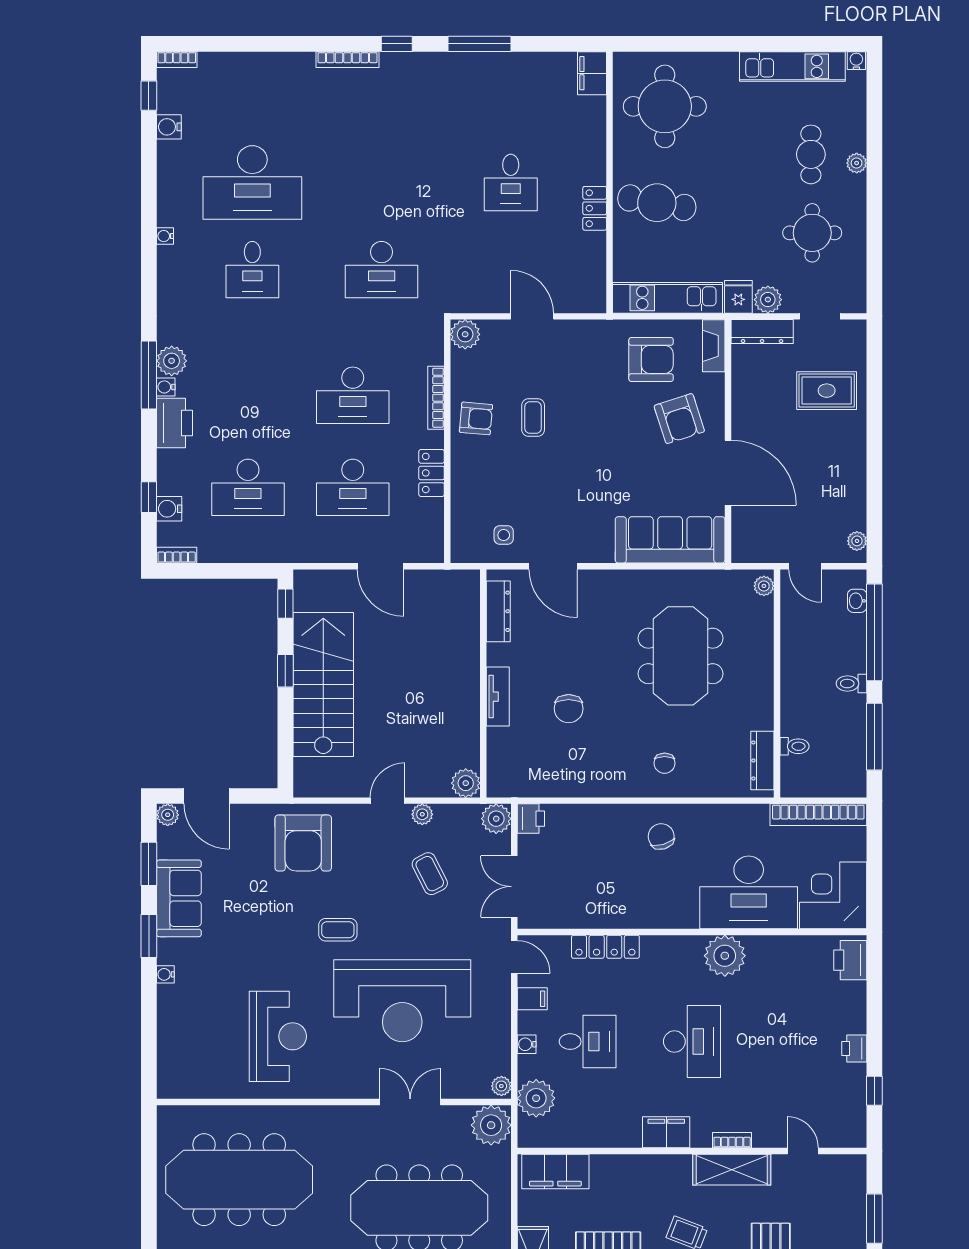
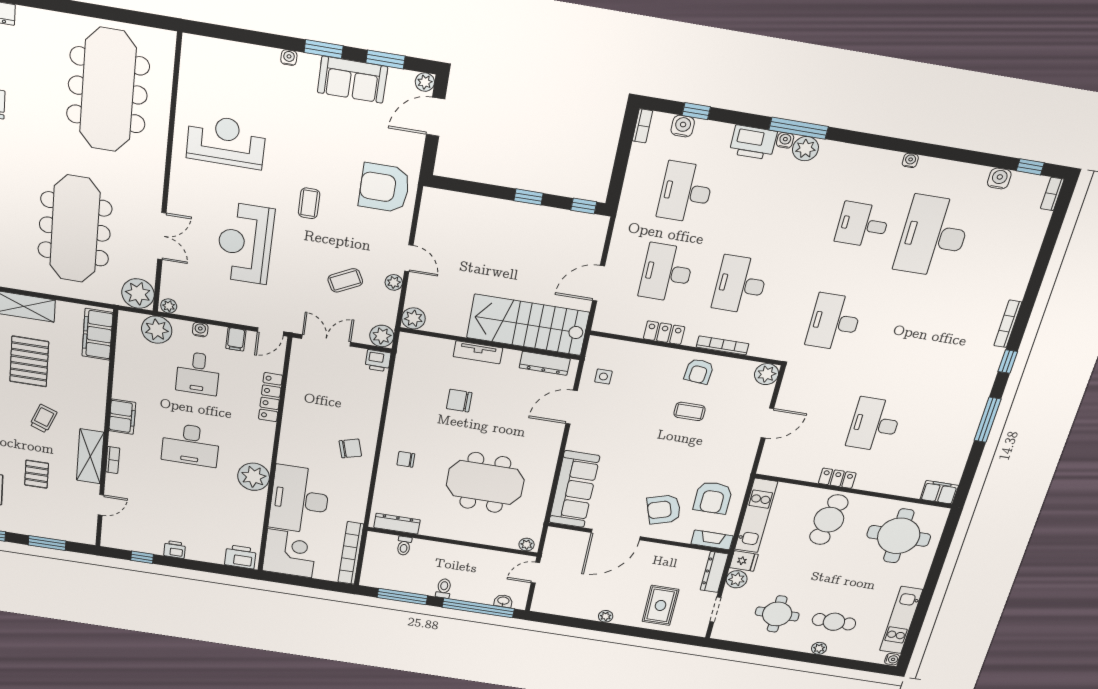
desk: (511, 182) -> (874, 425), width x1.37
plant: (857, 541) -> (606, 616), moved
stairs: (323, 685) -> (528, 325), moved, turned 180
reception desk: (402, 1001) -> (245, 243), width x0.74, depth x0.77
reception desk: (278, 1036) -> (226, 141), turned 180

